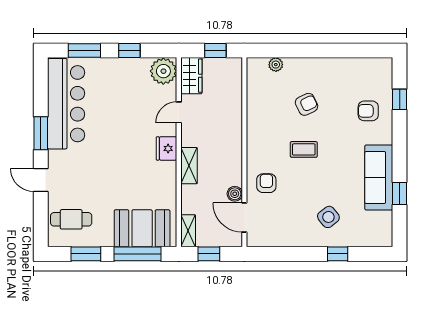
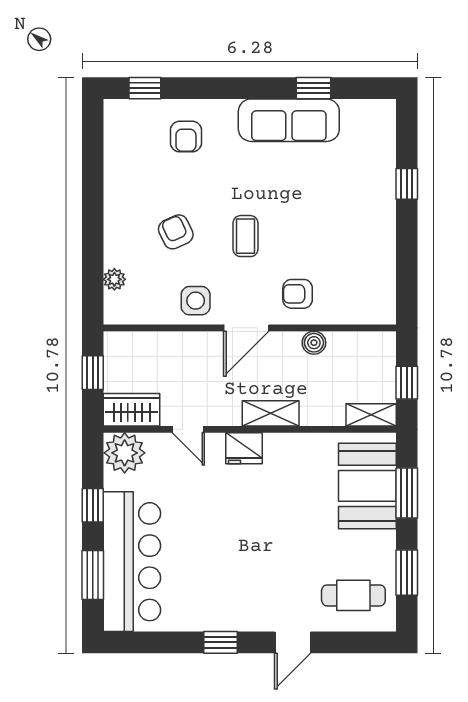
window: (400, 99) -> (145, 88), moved
bar counter: (66, 104) -> (132, 562), moved, turned 90
window: (41, 133) -> (221, 642), width x0.67
side table: (328, 217) -> (196, 301), moved, turned 38
door: (244, 218) -> (246, 328), moved
cafe table: (71, 219) -> (353, 595), turned 90
window: (137, 254) -> (407, 493), width x0.69

